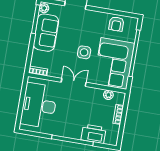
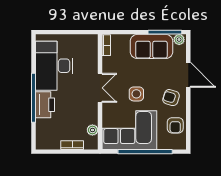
armchair: (92, 23) -> (171, 98), added
armchair: (116, 24) -> (175, 125), turned -90
desk: (39, 105) -> (54, 66), moved, turned -90
printer: (94, 134) -> (45, 105), moved

